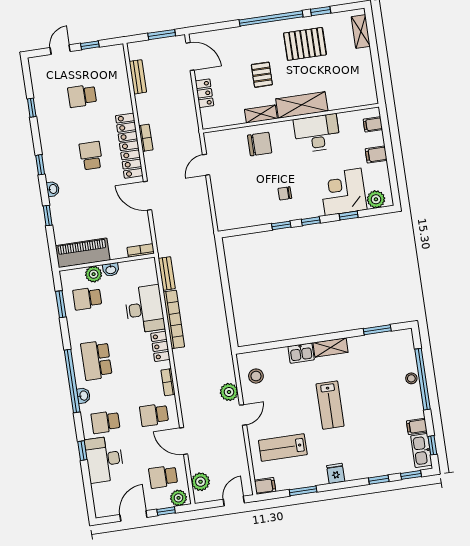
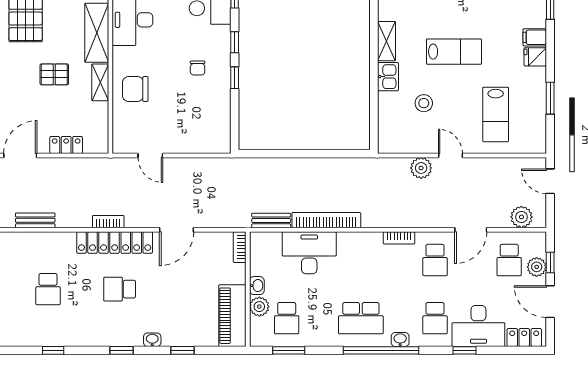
chair: (260, 144) -> (135, 89), turned -90
locker: (160, 346) -> (524, 338), moved, turned 180
stool: (256, 376) -> (424, 103), moved
filing cabinet: (265, 486) -> (535, 37), moved, turned -90
plant: (178, 498) -> (537, 267), moved

